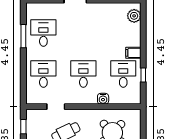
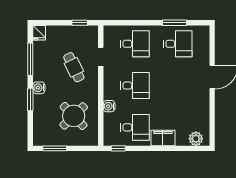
filing cabinet: (133, 53) -> (163, 138), width x2.00
window: (143, 75) -> (118, 148), moved

